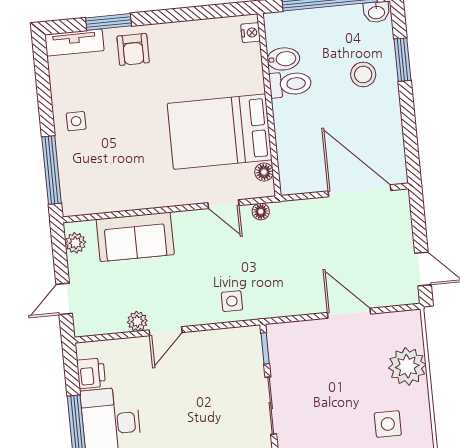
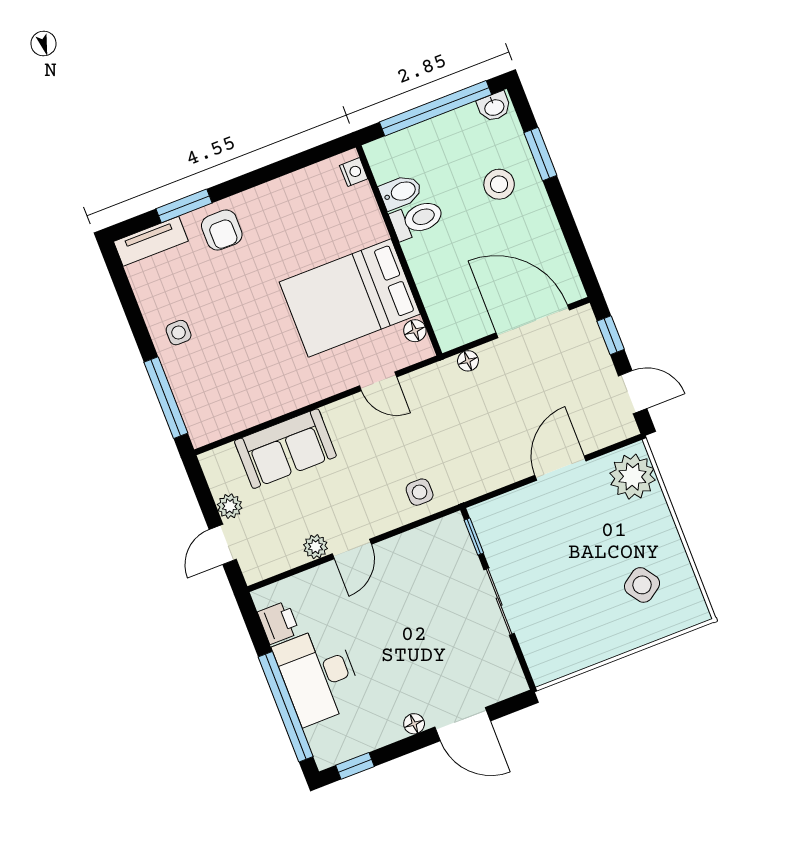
floor lamp: (261, 212) -> (468, 361), moved
window: (418, 219) -> (611, 335), added
plant: (76, 243) -> (230, 506), moved
door: (349, 313) -> (560, 468), hinge flipped
plant: (407, 366) -> (632, 477), moved
side table: (388, 424) -> (642, 585), turned -35

